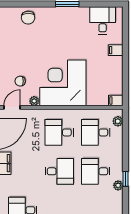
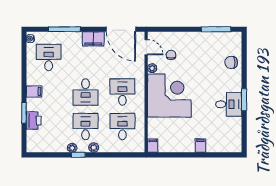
desk: (103, 20) -> (229, 104), moved
plant: (118, 121) -> (94, 148), moved

